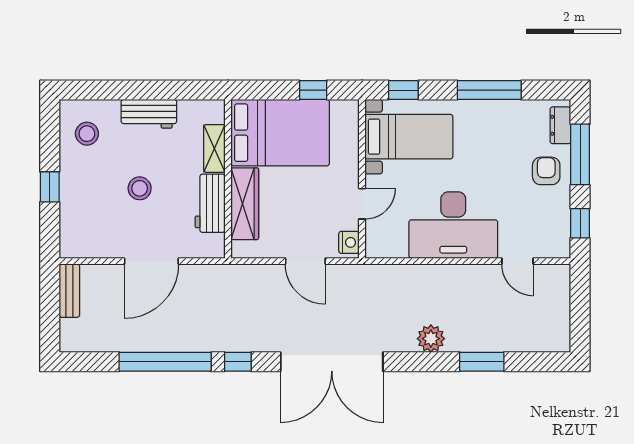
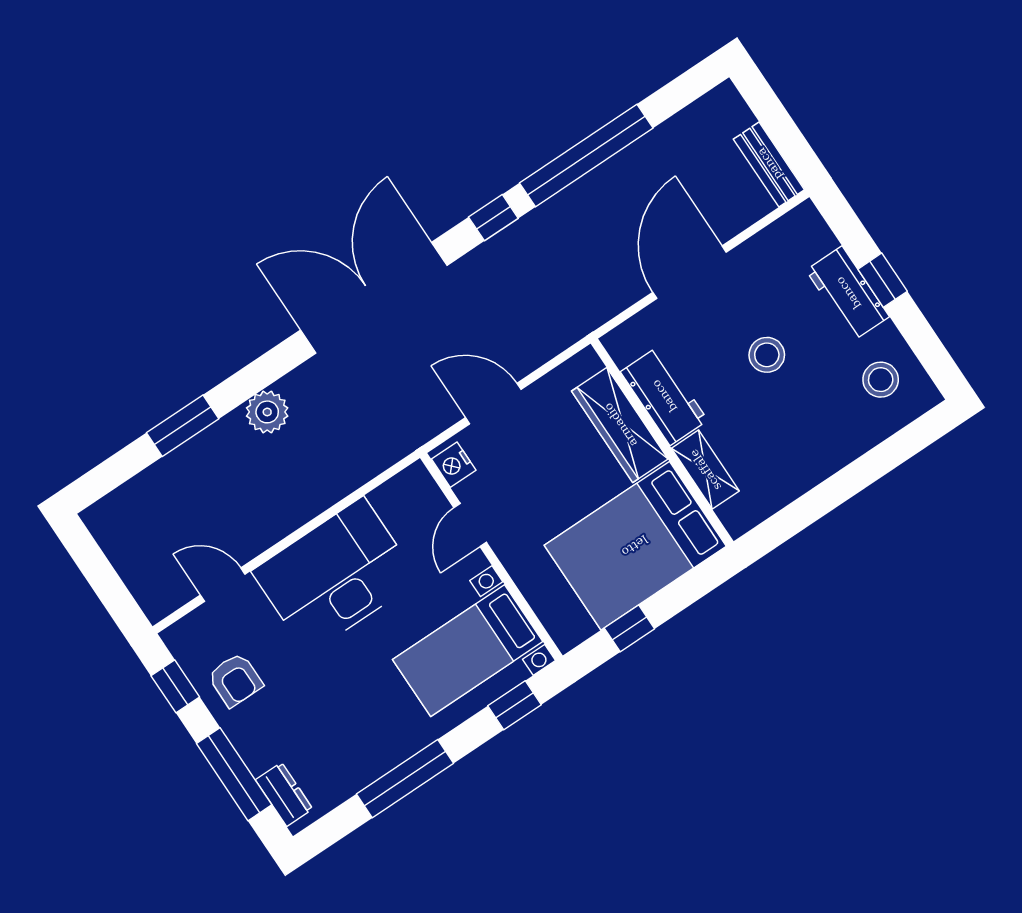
workbench: (149, 114) -> (848, 293), moved, turned -90
armchair: (546, 171) -> (235, 680), moved

